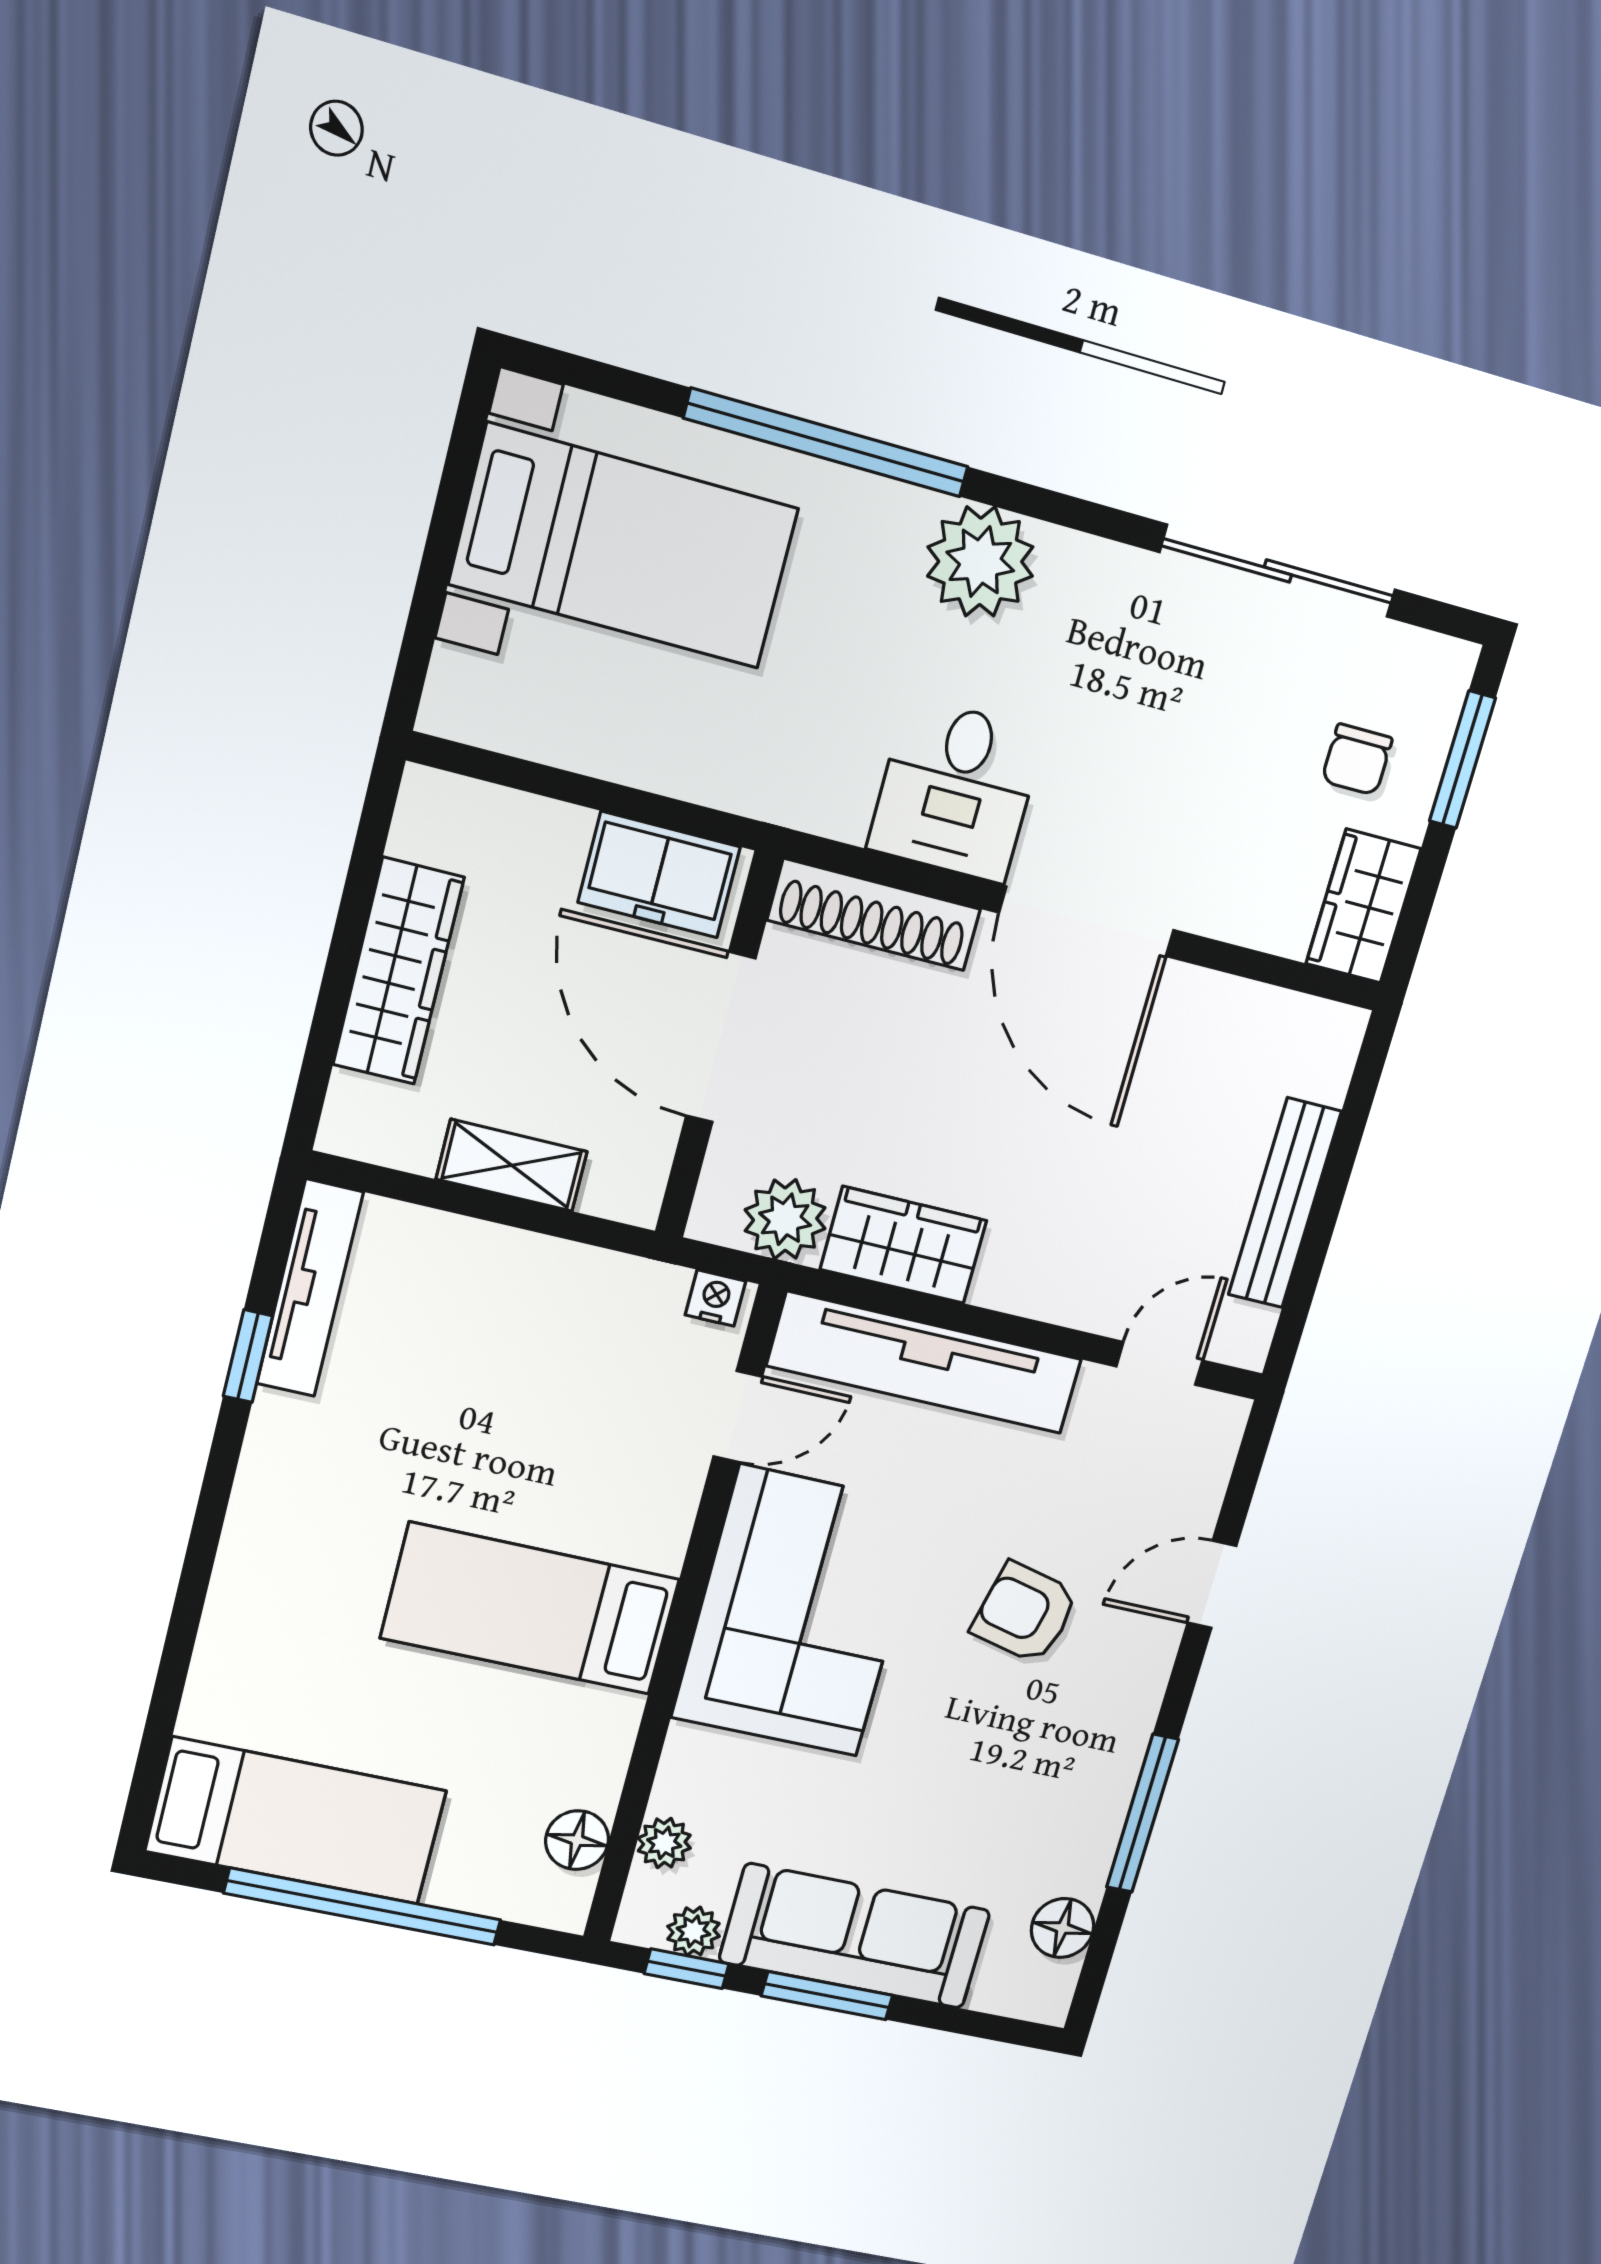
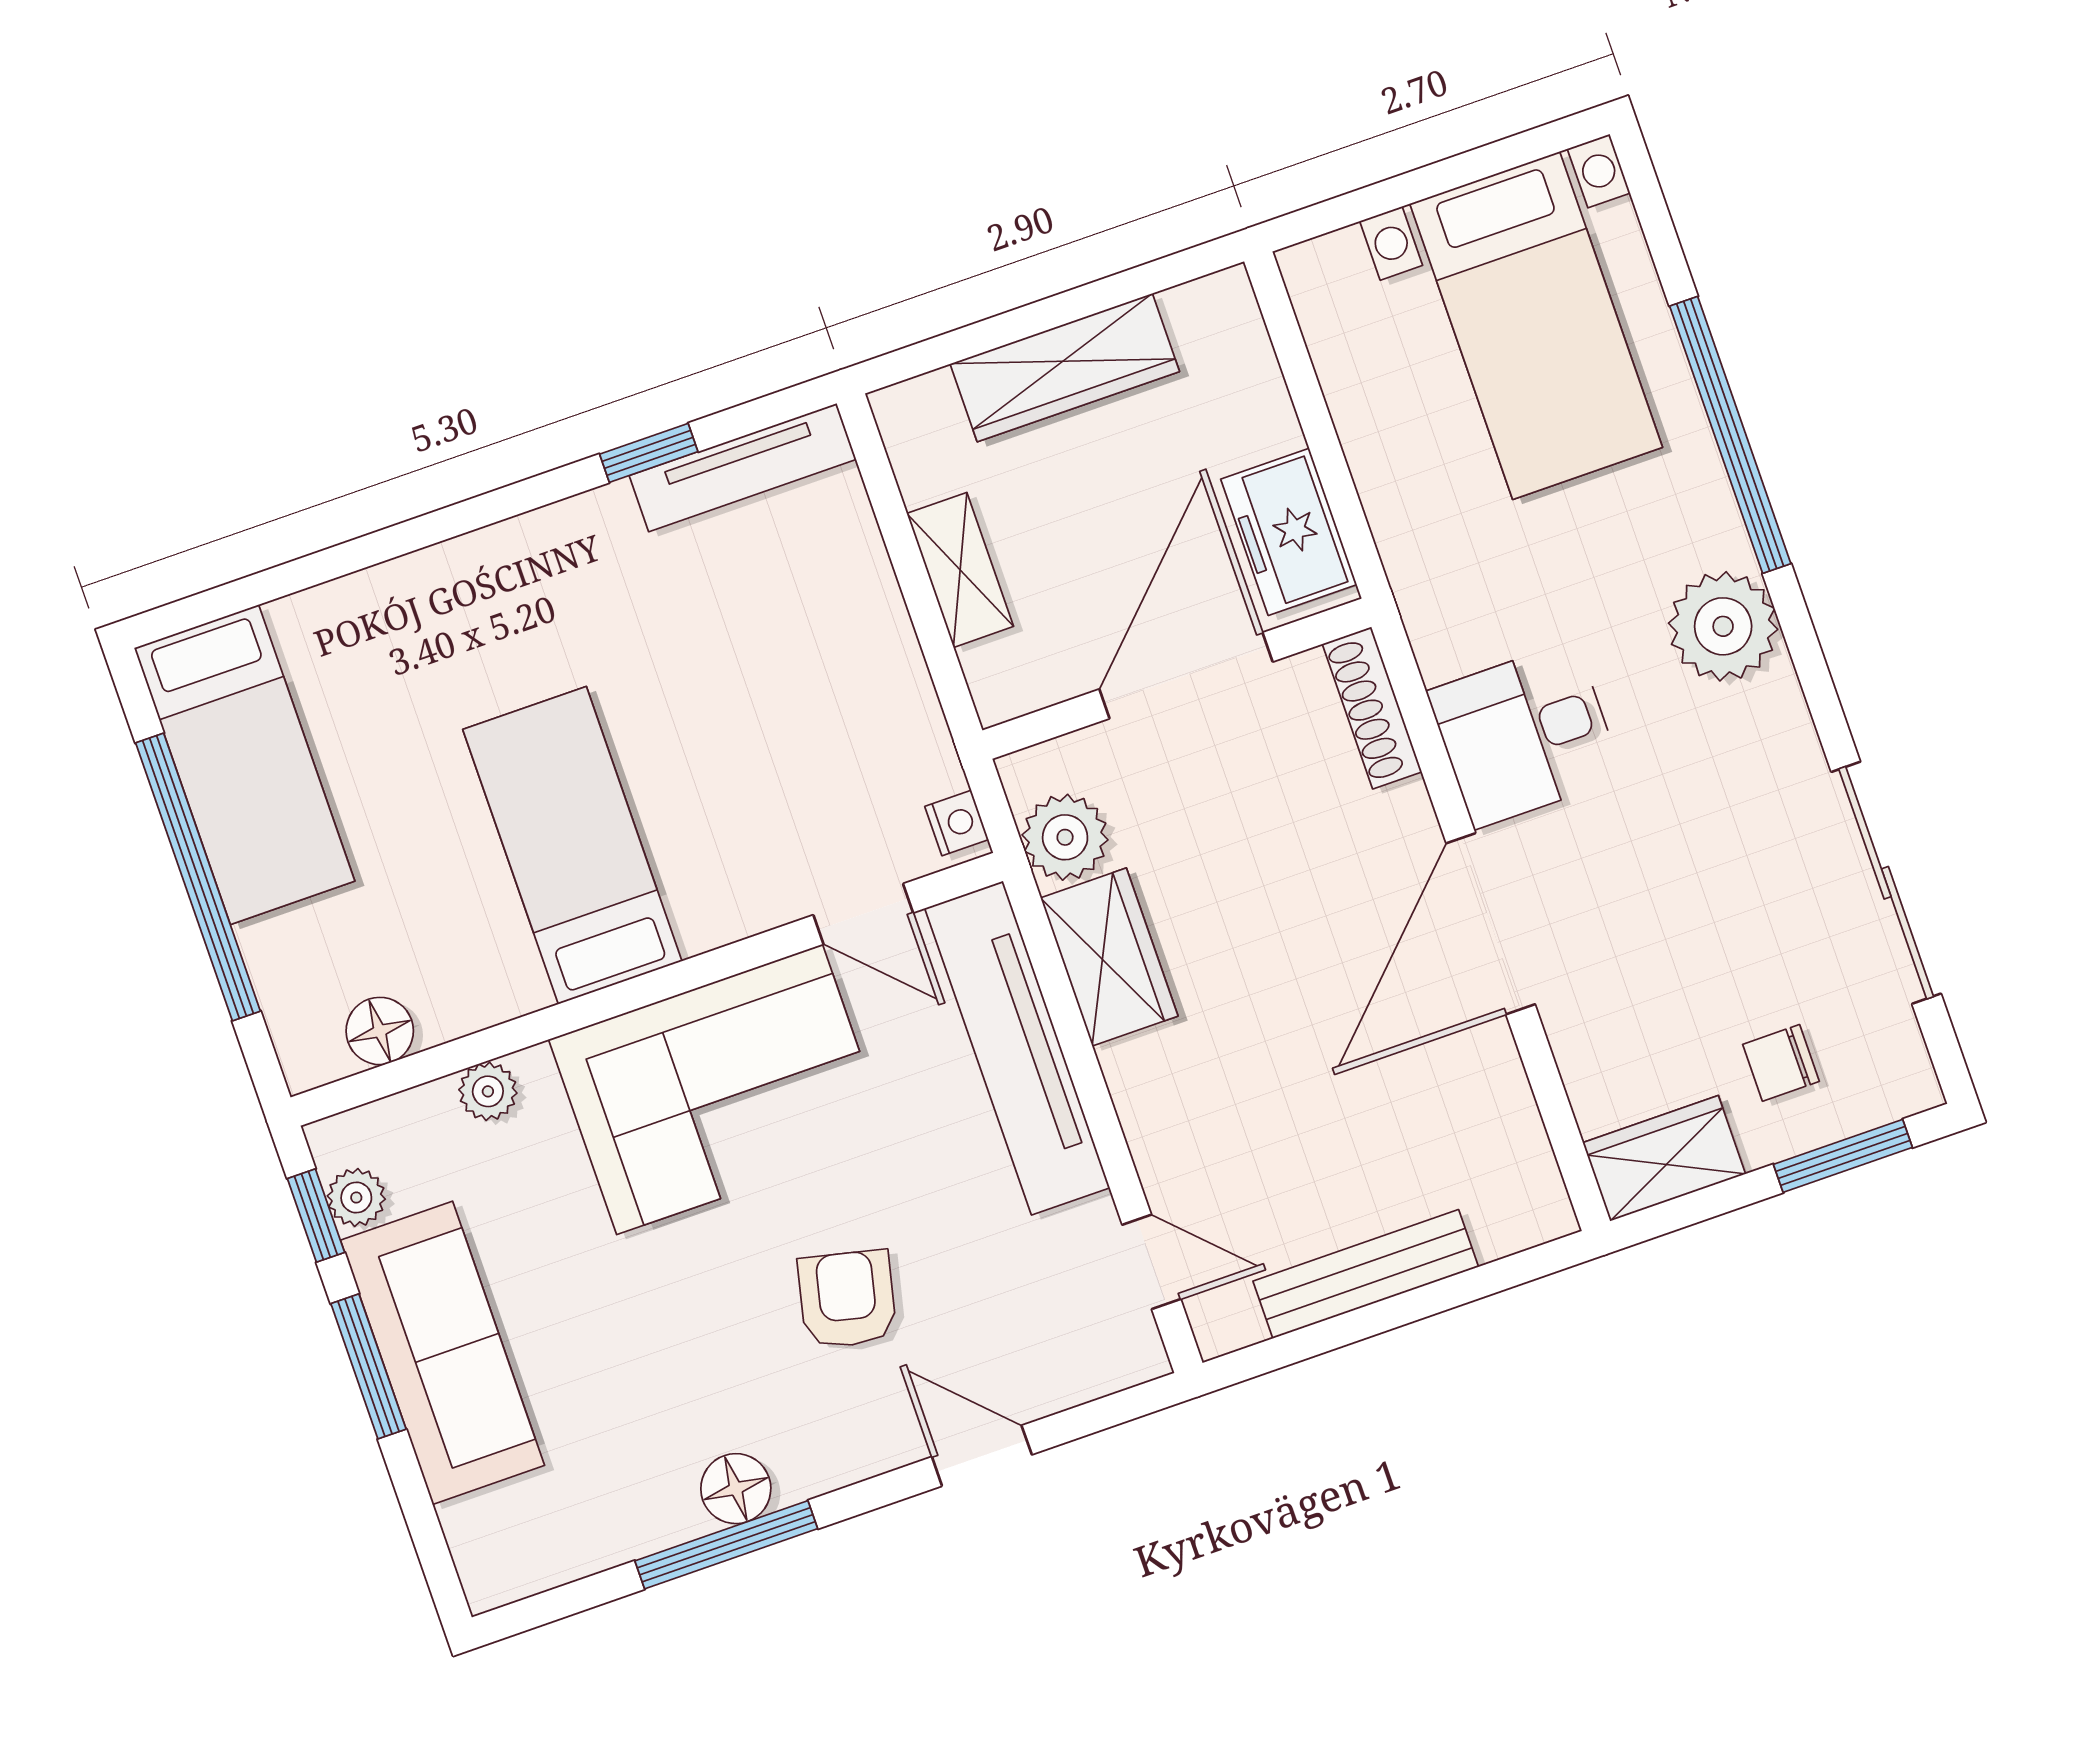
shoe rack: (874, 915) -> (1372, 708), width x0.74, depth x0.81
plant: (664, 1843) -> (488, 1091), moved
floor lamp: (1062, 1928) -> (736, 1489), moved

